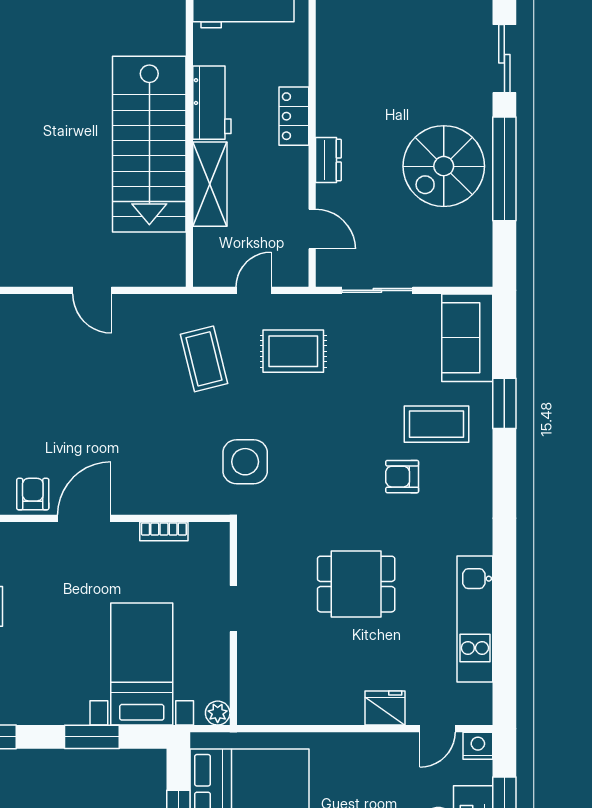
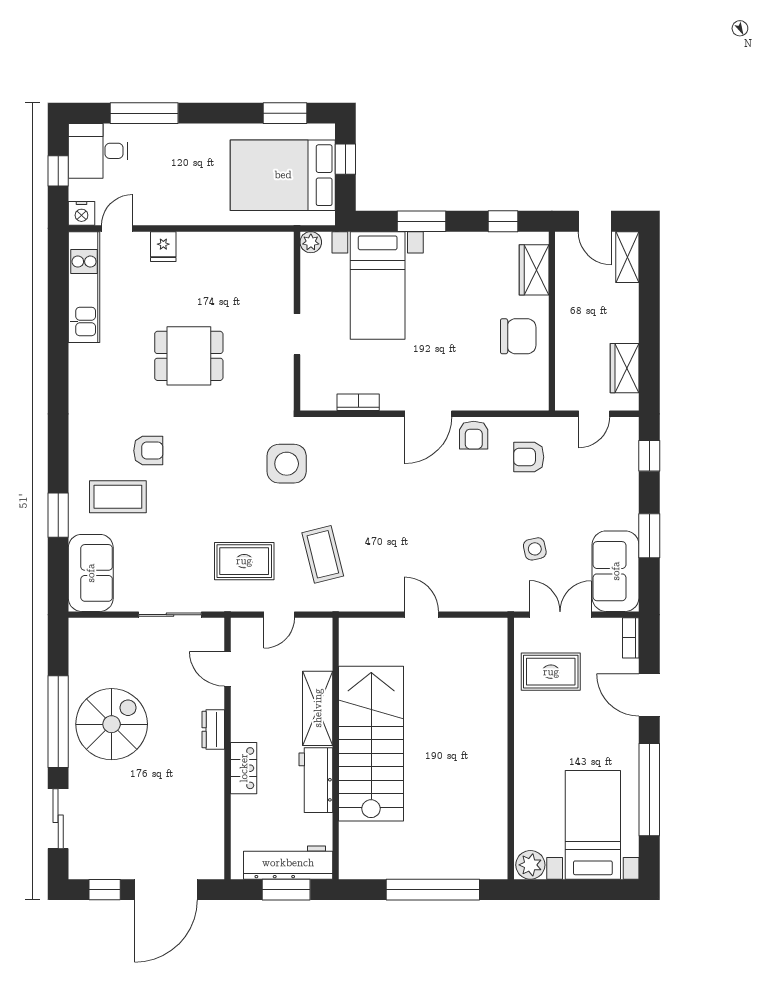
kitchen unit: (475, 619) -> (84, 287), moved
fridge: (385, 708) -> (163, 247), width x0.72

